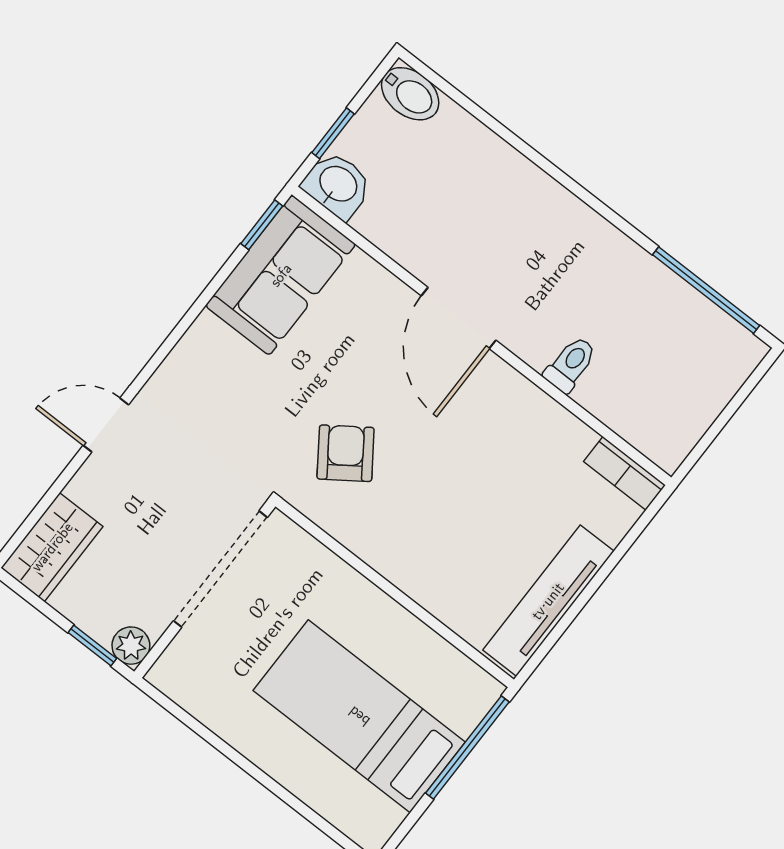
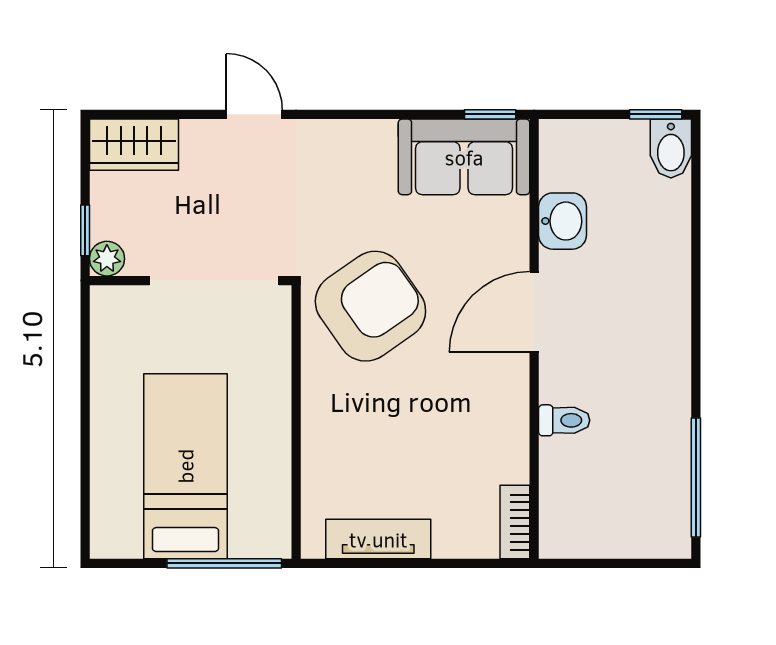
window: (333, 133) -> (656, 114), moved
washbasin: (337, 185) -> (563, 221), moved
armchair: (346, 453) -> (370, 306), width x1.88, depth x1.88
tv unit: (548, 601) -> (378, 539), width x0.71

